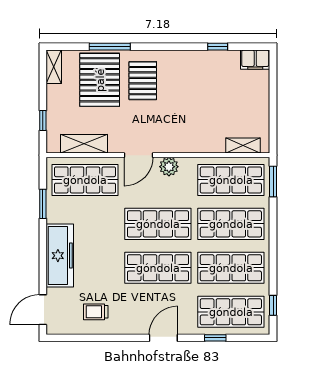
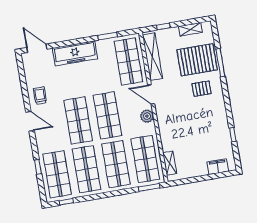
filing cabinet: (255, 60) -> (218, 167), moved, turned 90
shelving: (54, 67) -> (190, 29), moved
pallet: (143, 81) -> (201, 89), width x0.67, depth x0.71
shelving: (84, 144) -> (152, 57), width x1.47
trolley: (96, 312) -> (40, 96), moved
door: (163, 338) -> (30, 121), moved

